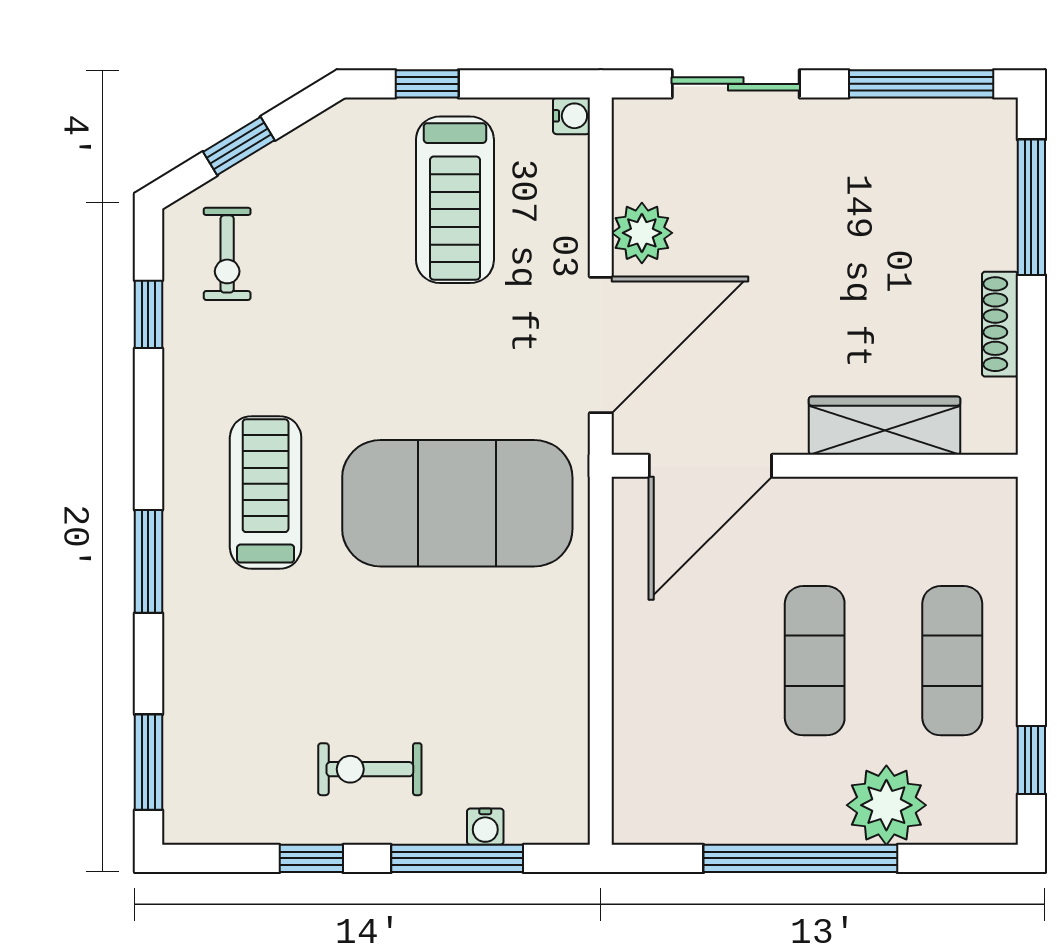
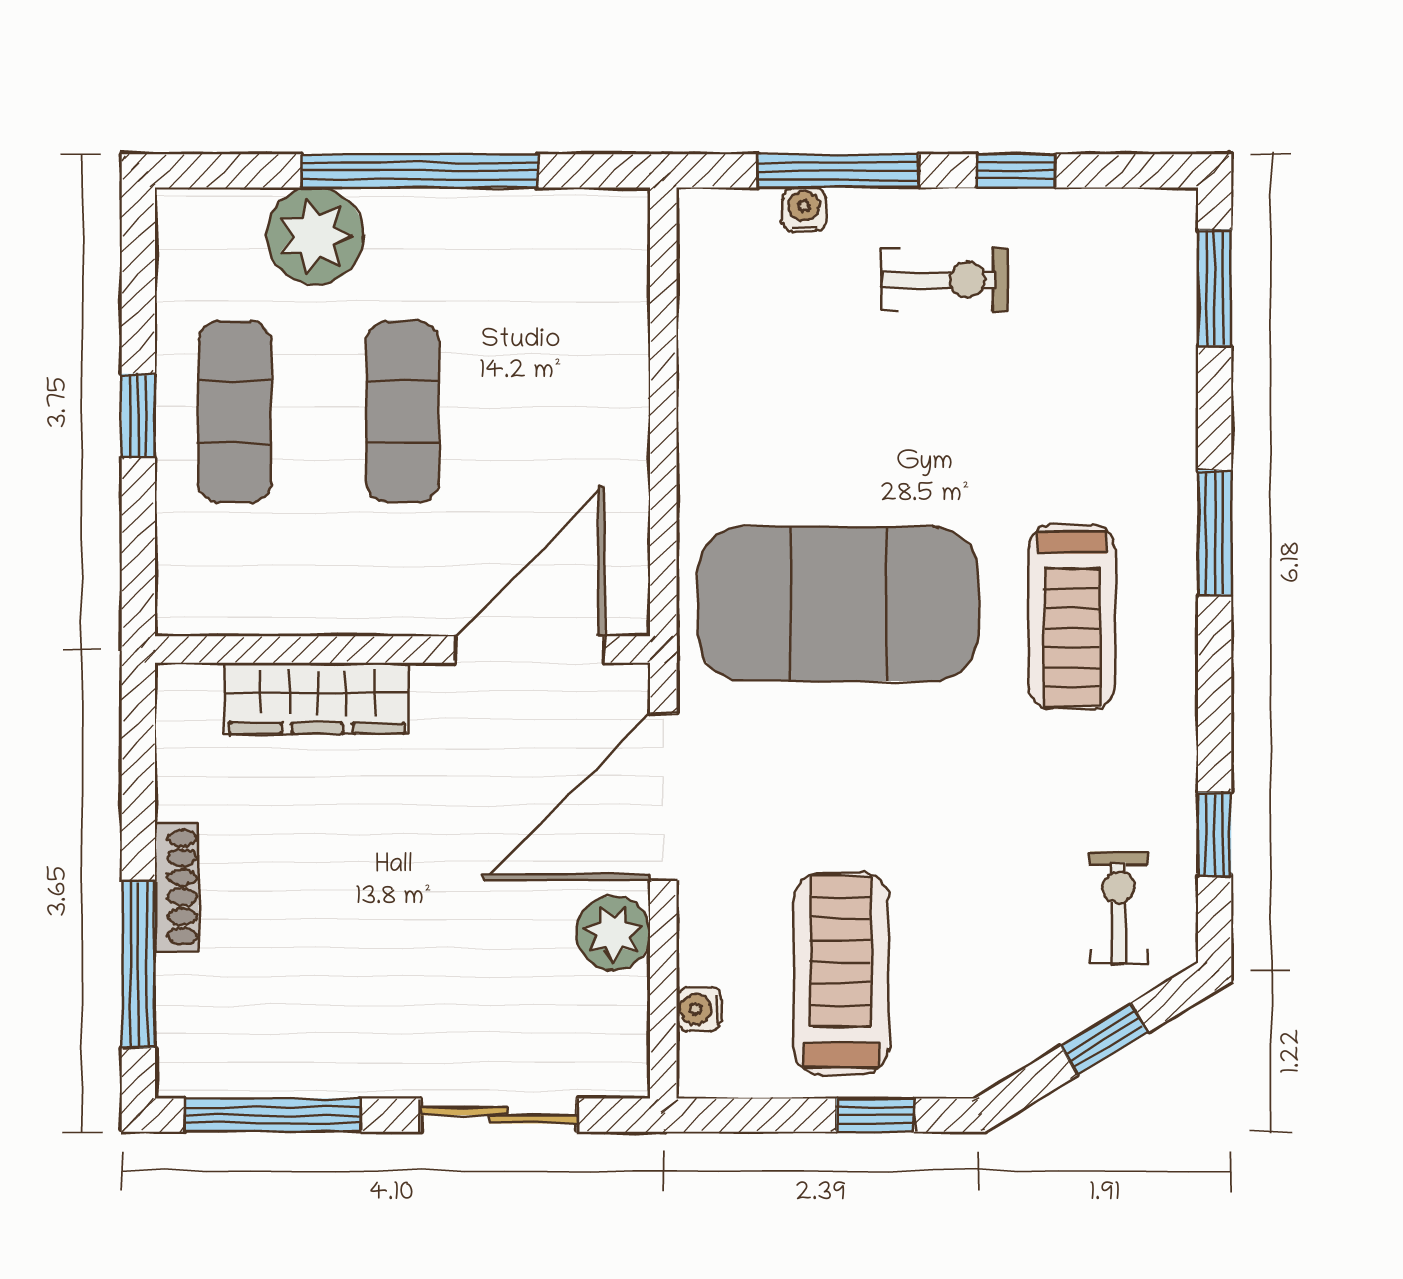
water cooler: (572, 116) -> (699, 1009), moved
shoe rack: (1000, 324) -> (177, 887), moved
window: (1031, 760) -> (138, 416), moved

